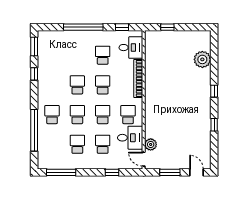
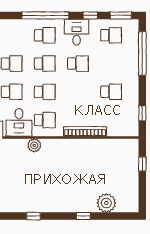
window: (83, 27) -> (142, 53), moved
desk: (131, 48) -> (77, 32), moved, turned 180
school desk: (103, 85) -> (111, 35), moved
window: (214, 91) -> (83, 216), moved
window: (34, 130) -> (45, 15), moved
plant: (151, 144) -> (34, 145), moved

